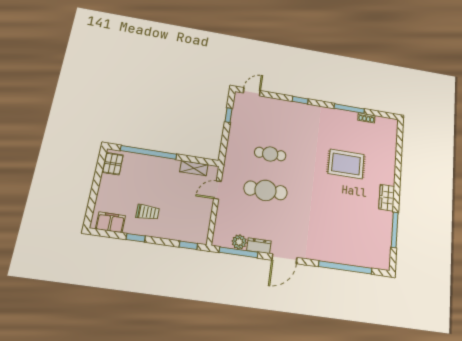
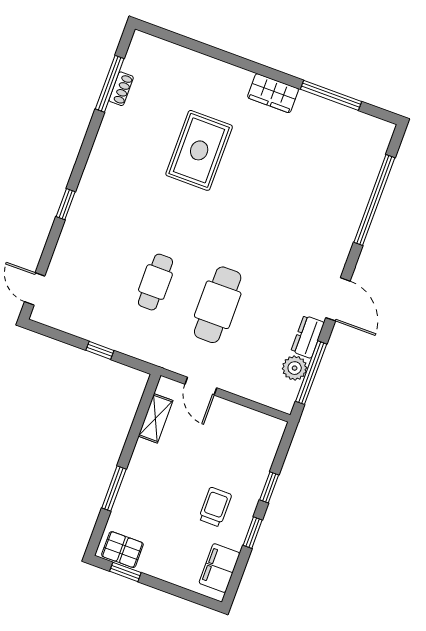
window: (349, 109) -> (110, 84), moved
window: (228, 115) -> (100, 350), moved
window: (149, 152) -> (114, 489), width x0.47
window: (100, 168) -> (125, 572), added
window: (188, 245) -> (269, 487), moved

